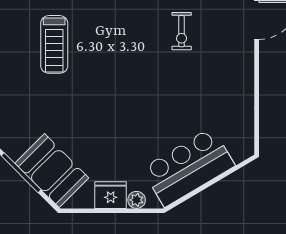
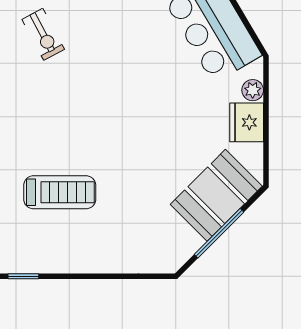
exercise bike: (182, 31) -> (43, 34), turned 62

